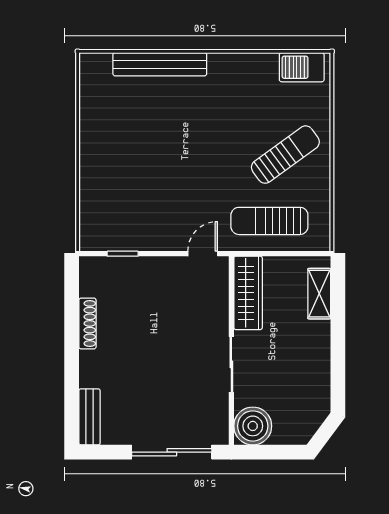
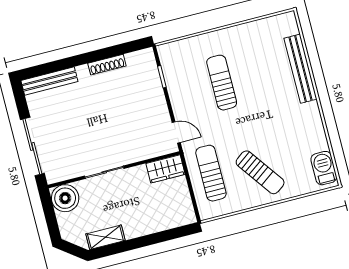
sun lounger: (151, 175) -> (222, 83), added
wardrobe: (248, 293) -> (166, 169), width x0.67
shelving: (319, 294) -> (105, 237), moved
bench: (90, 417) -> (49, 81), width x1.36

